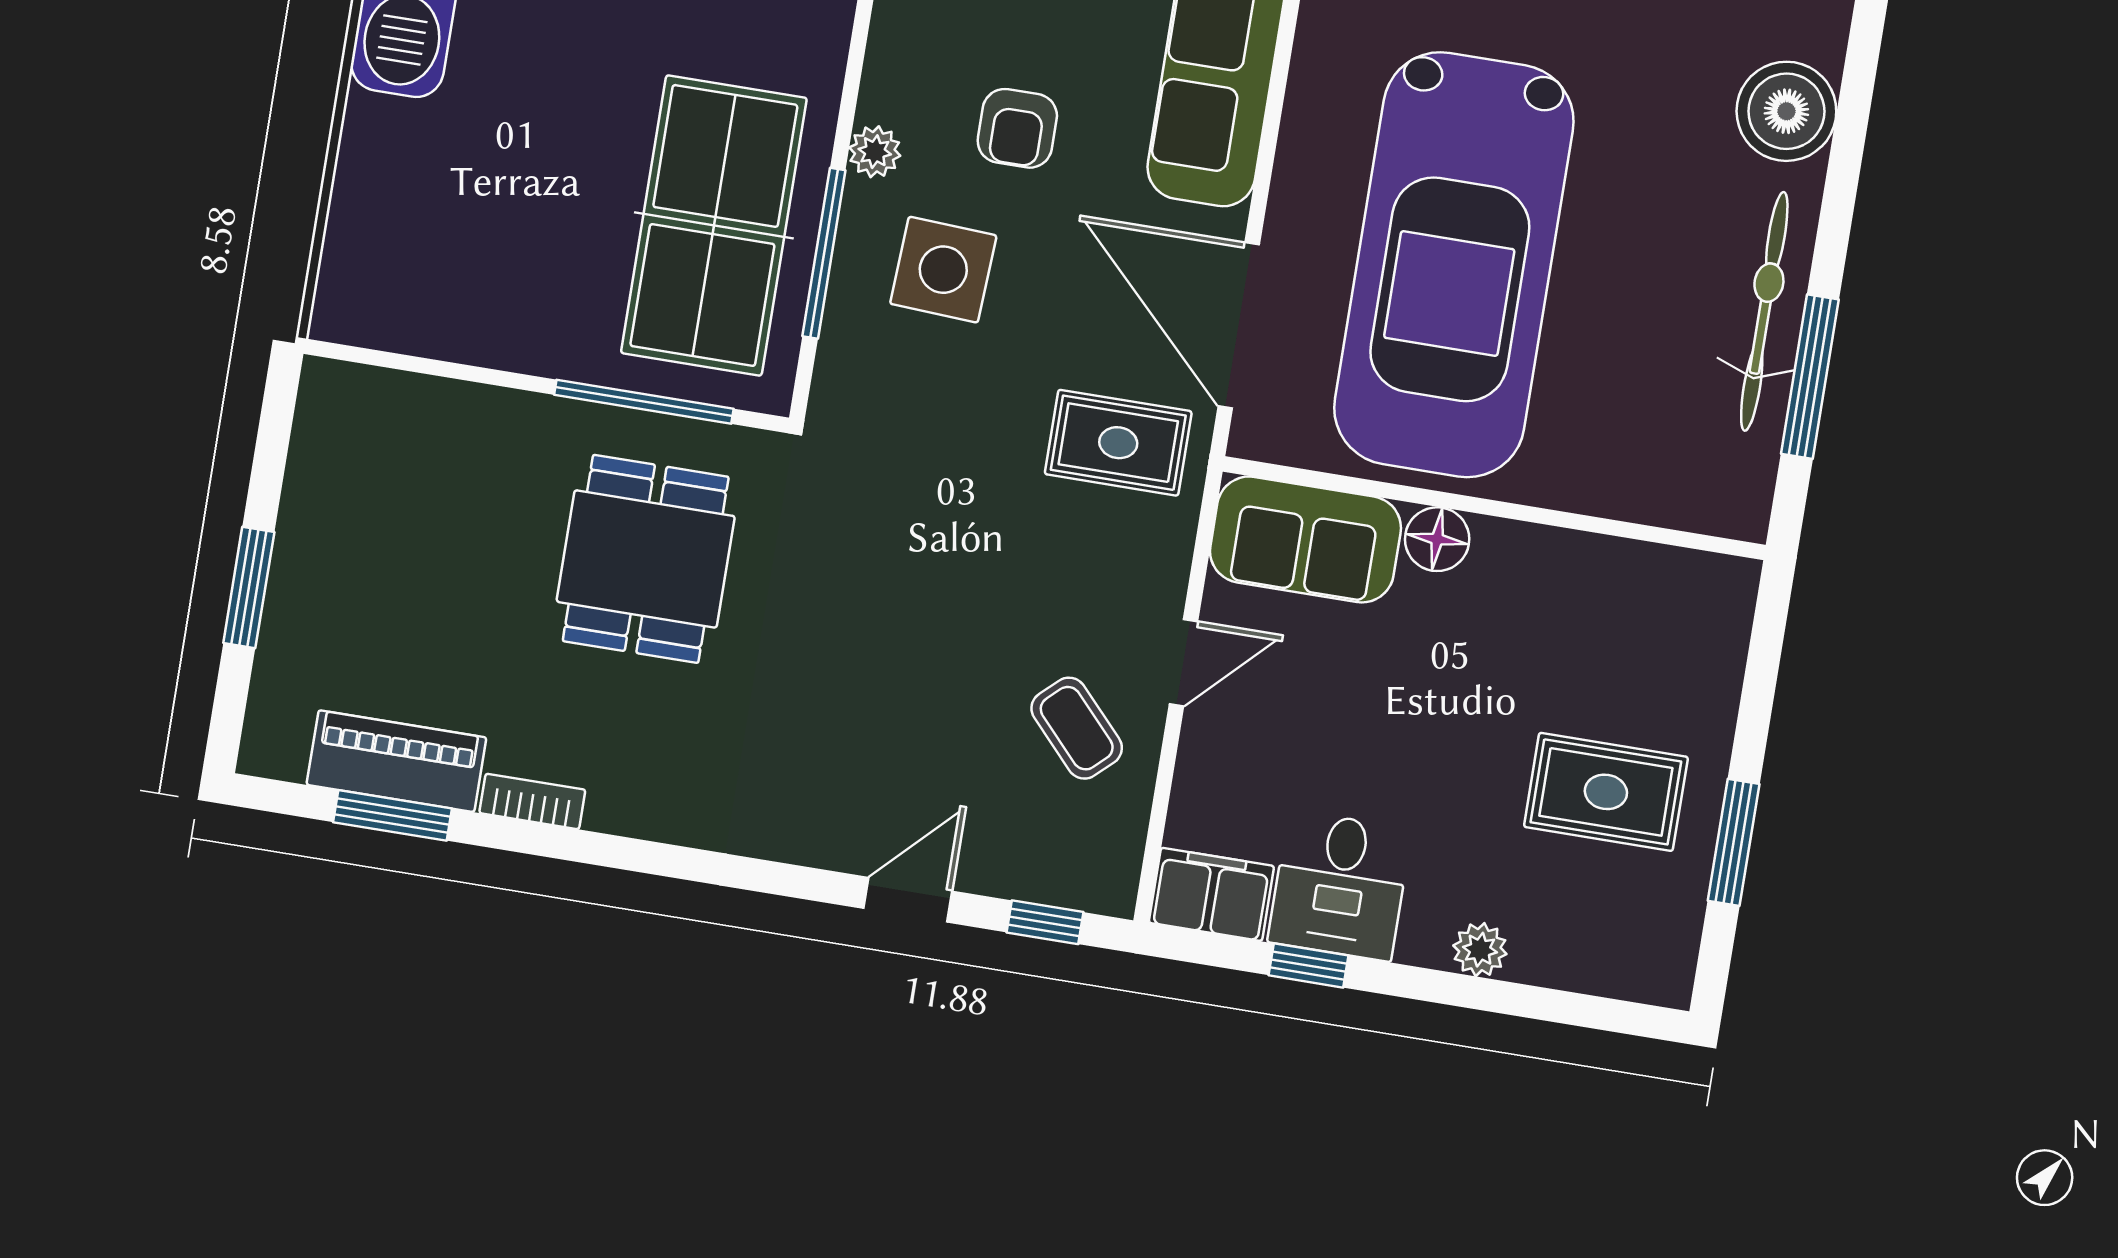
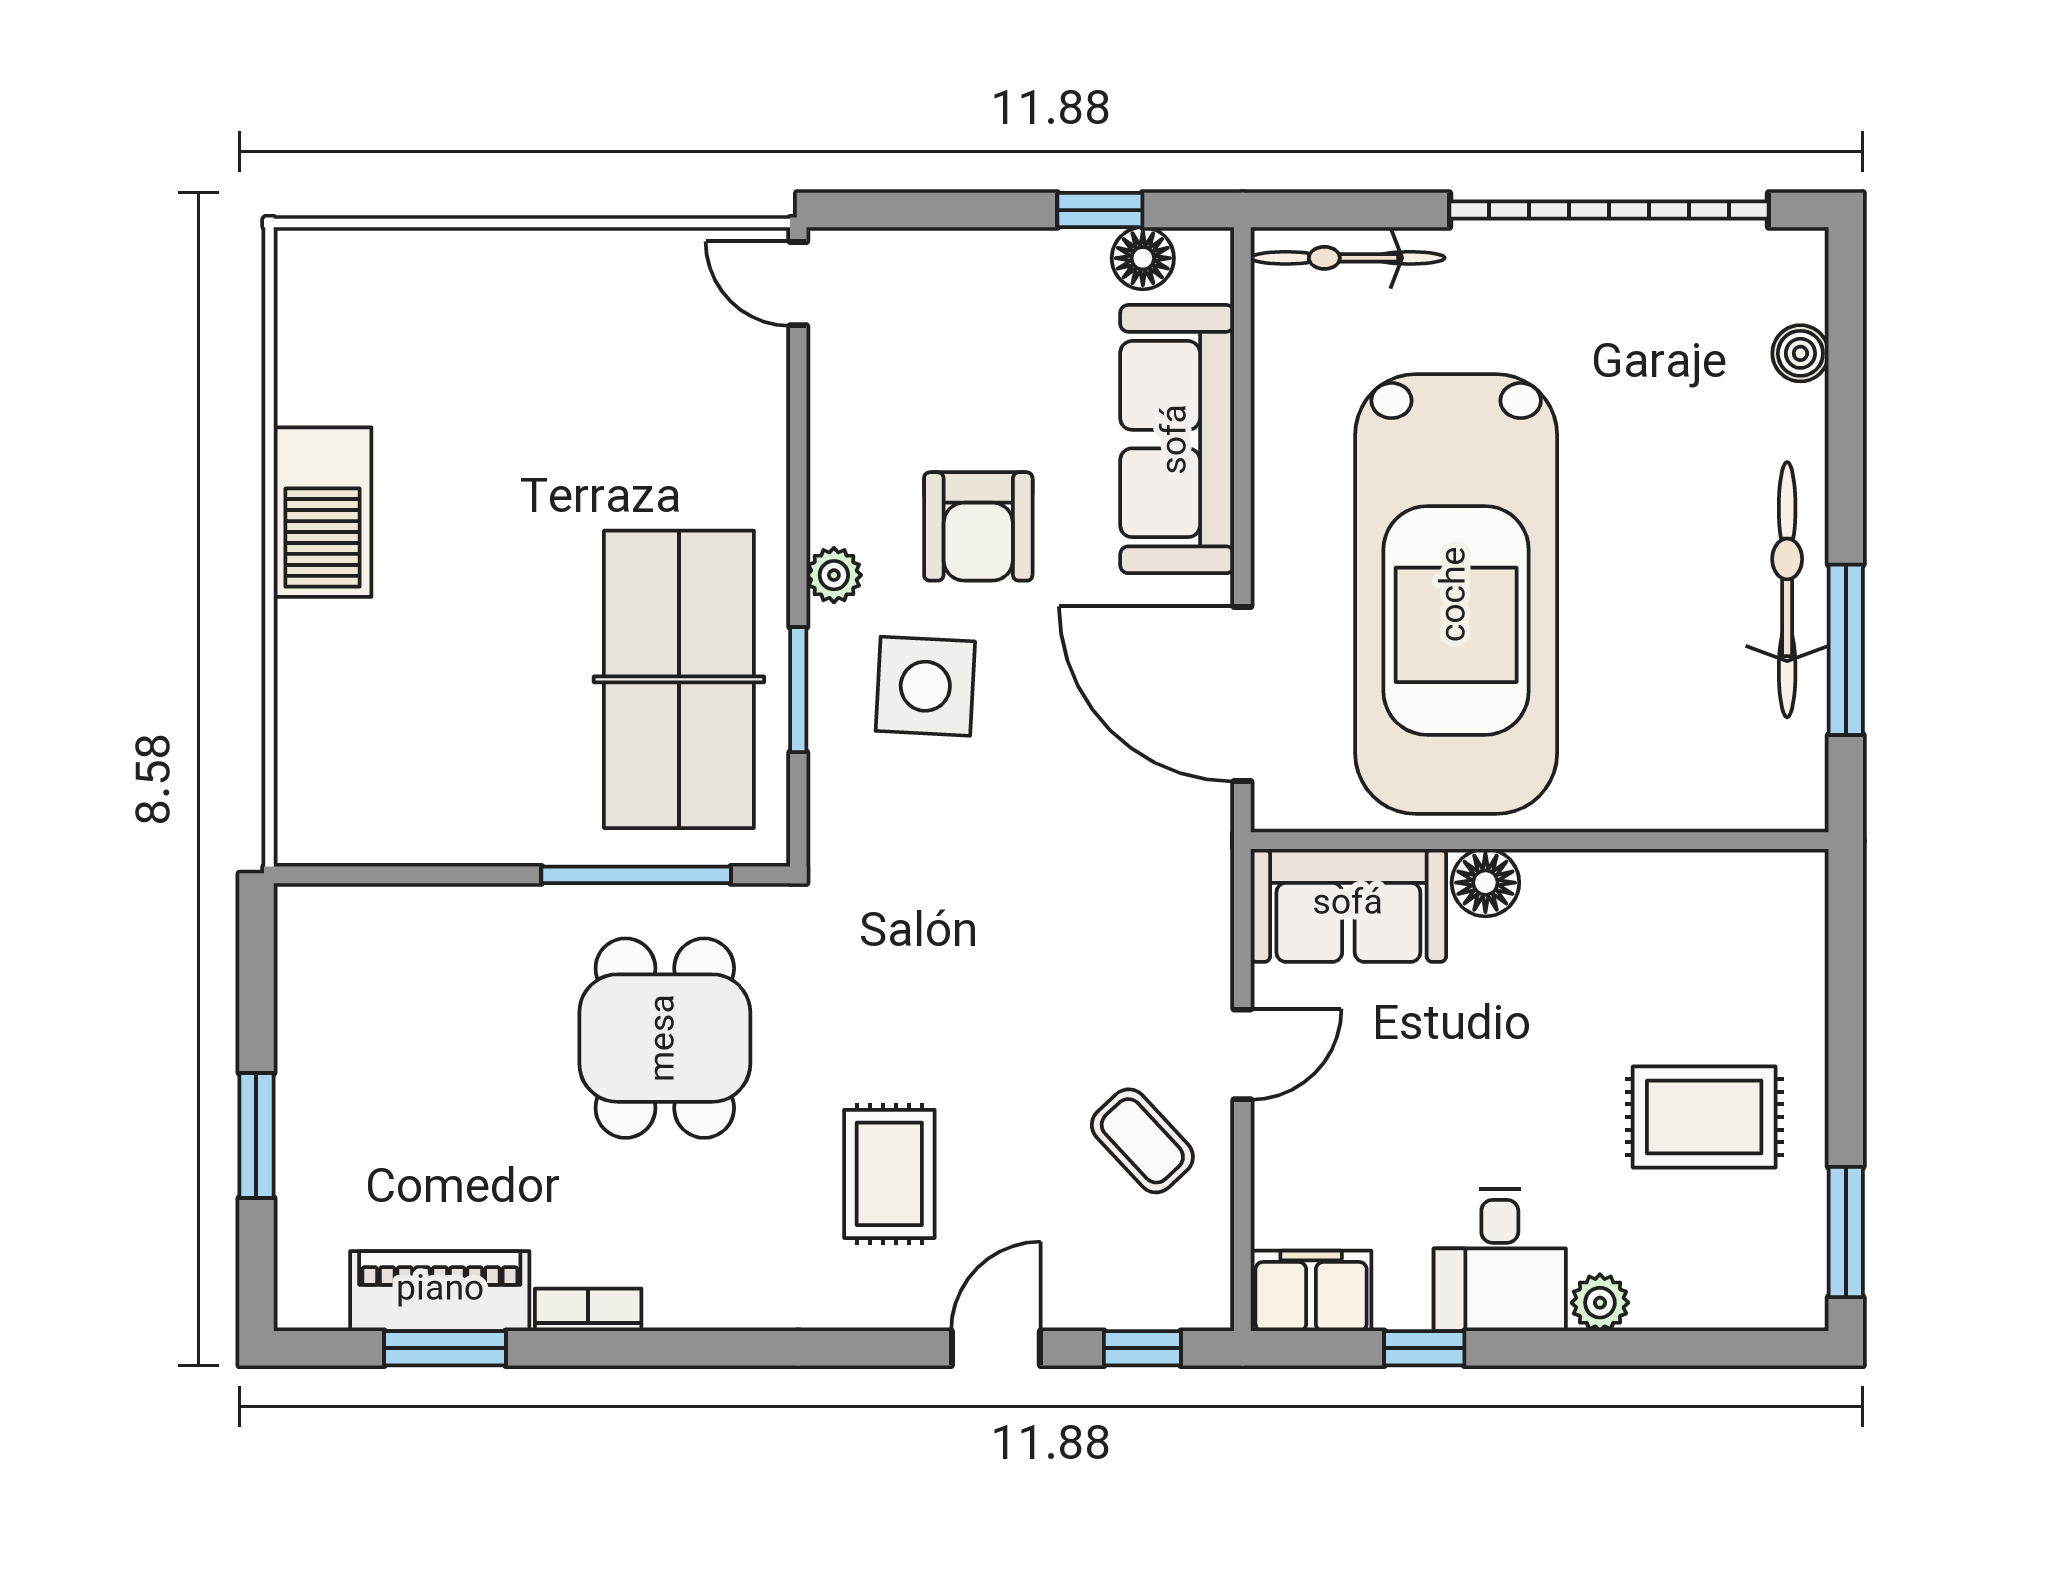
boiler: (1786, 111) -> (1800, 353), width x0.54, depth x0.54
armchair: (1017, 128) -> (978, 526), width x1.38, depth x1.38
window: (824, 253) -> (798, 690), width x0.69
rug: (1118, 443) -> (889, 1174), moved, turned 90
window: (1734, 842) -> (1846, 1232), moved
desk: (1340, 886) -> (1500, 1260), moved

